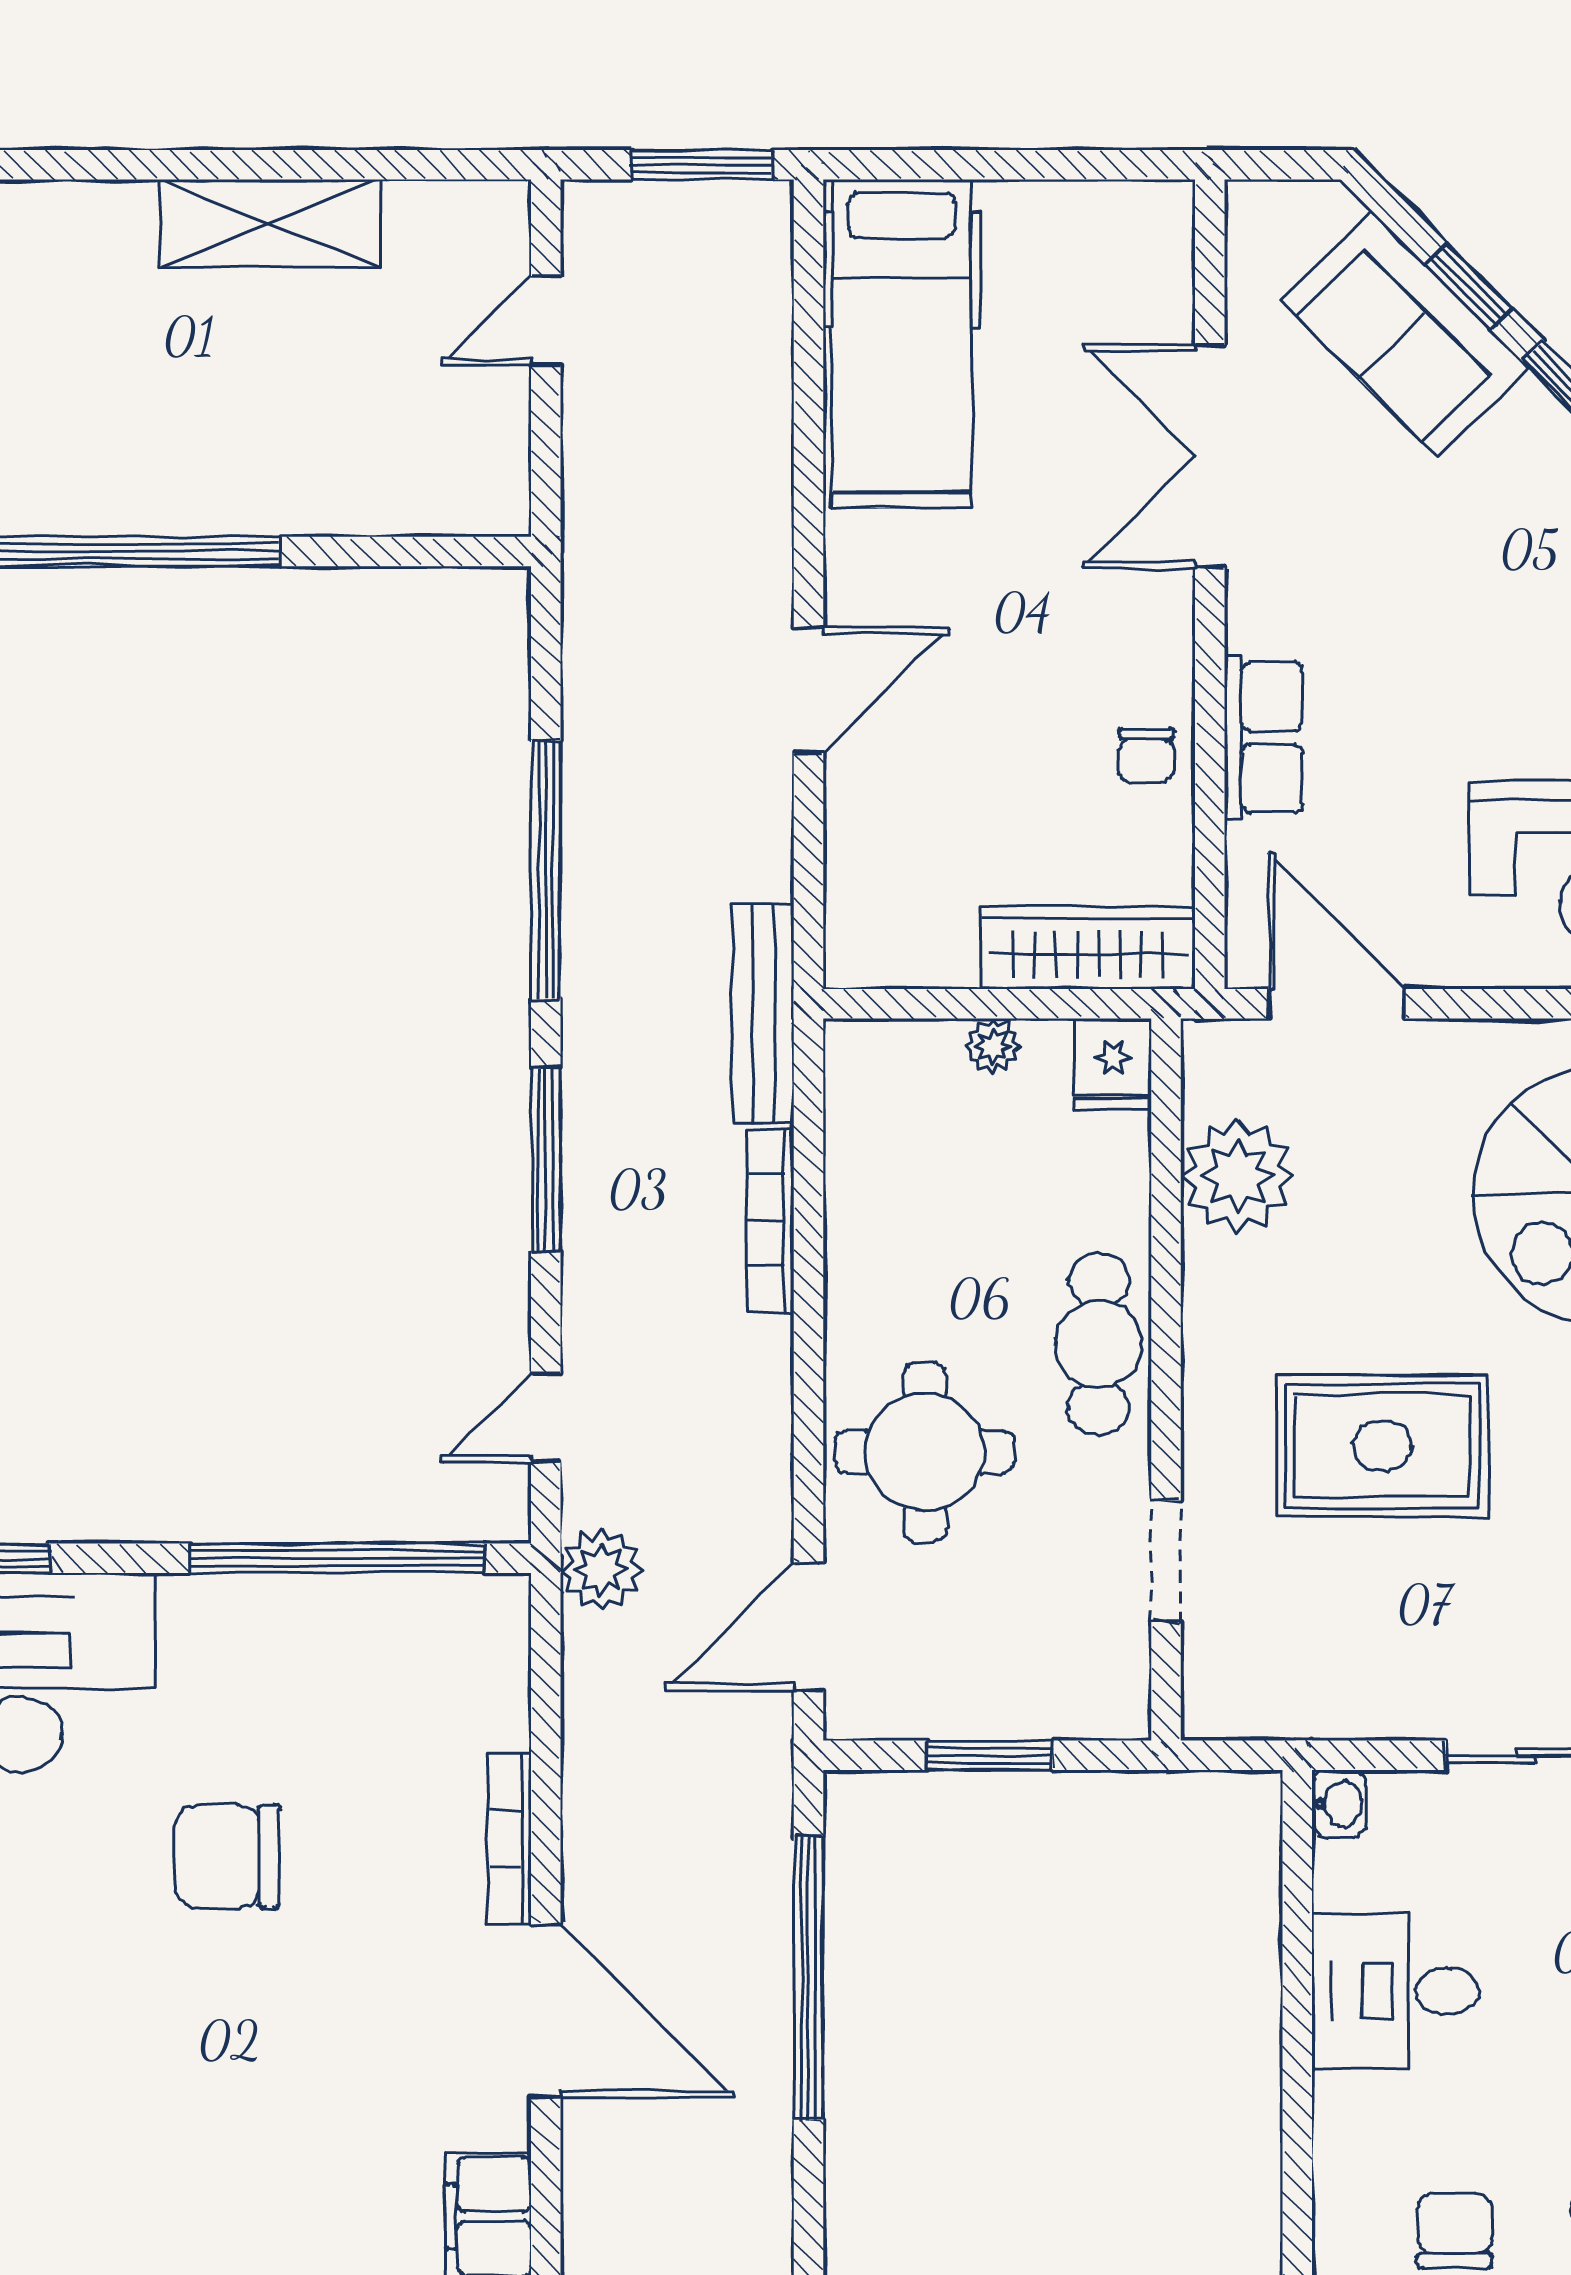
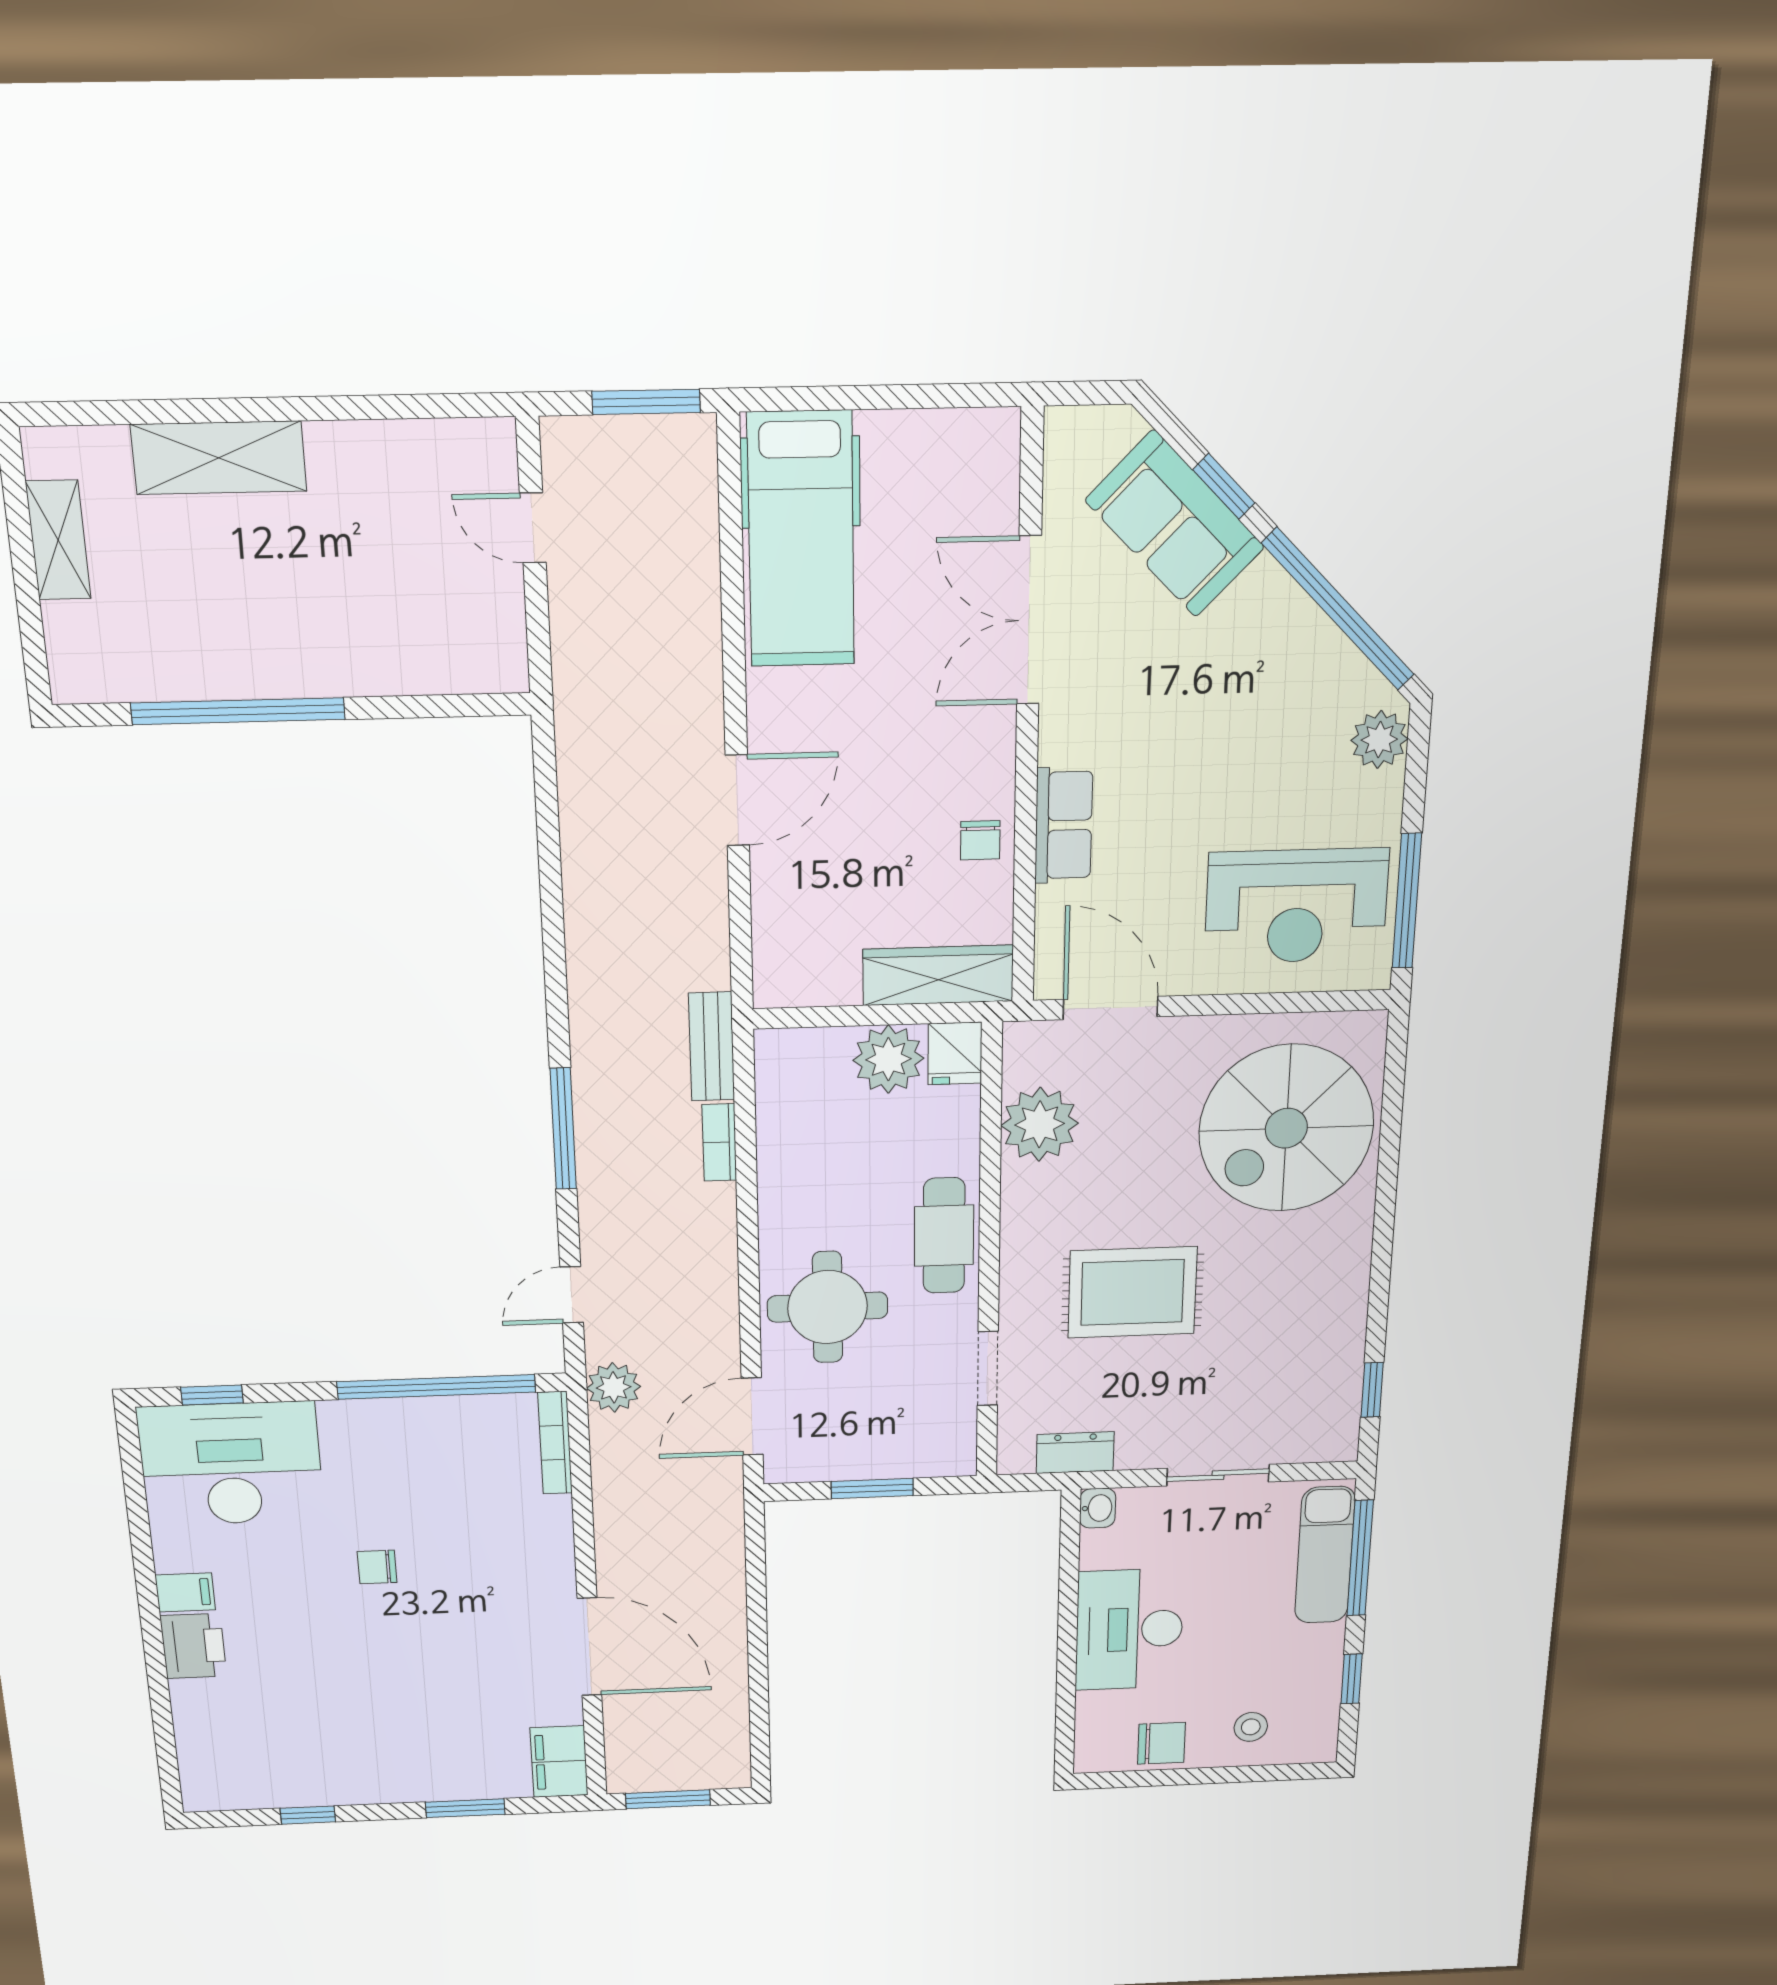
shelving: (270, 223) -> (219, 458), moved
door: (546, 321) -> (533, 528), hinge flipped
window: (546, 870) -> (553, 933), removed
bench: (763, 1014) -> (712, 1047), width x0.73
plant: (993, 1046) -> (888, 1059), width x1.88, depth x1.88
bookcase: (770, 1221) -> (719, 1142), width x0.64
dresser: (1302, 1707) -> (1075, 1453), added
bookcase: (509, 1839) -> (555, 1443), moved
chair: (227, 1857) -> (377, 1567), width x0.54, depth x0.54
window: (808, 1978) -> (757, 1621), removed
desk: (1396, 1991) -> (1129, 1629), width x1.37
chair: (1454, 2231) -> (1161, 1743), turned 90

